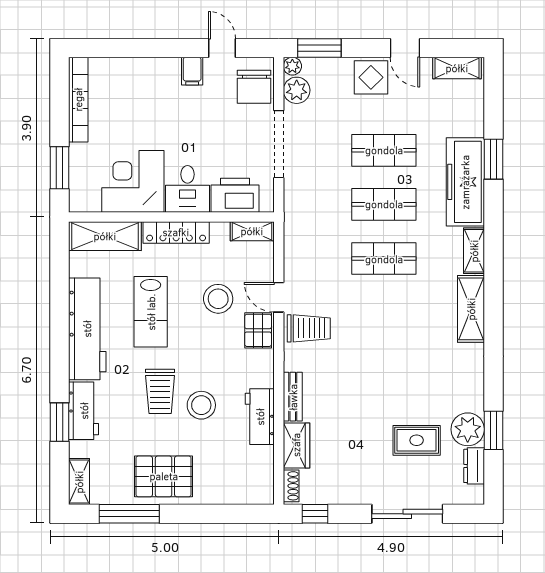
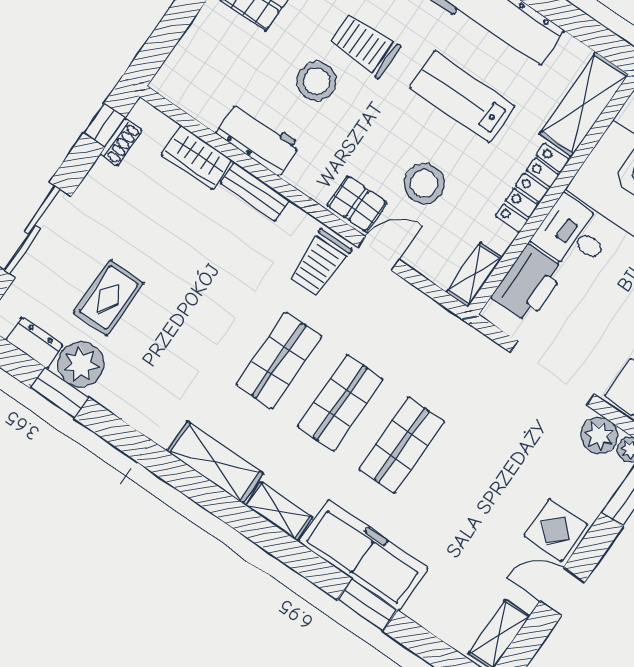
shop shelf: (384, 150) -> (279, 361), moved
shoe rack: (291, 486) -> (121, 142), moved, turned -90

